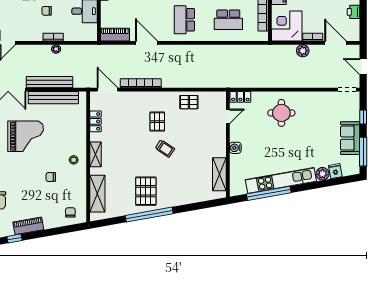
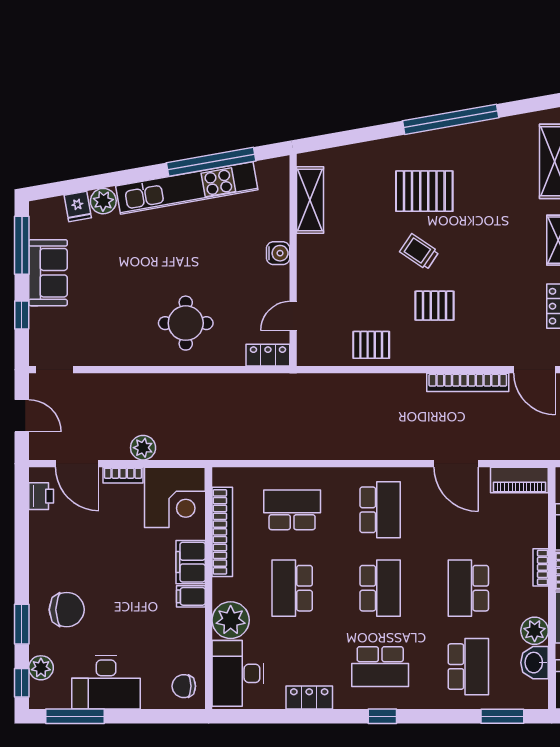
printer: (354, 12) -> (41, 496), moved
pallet: (157, 122) -> (435, 306), turned 90
pallet: (146, 191) -> (424, 191), moved, turned 90

